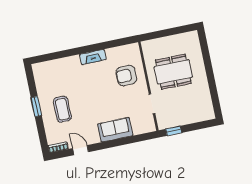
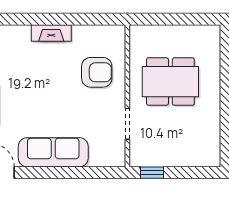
armchair: (126, 76) -> (97, 72), turned 180
sofa: (115, 130) -> (53, 152), width x1.36

